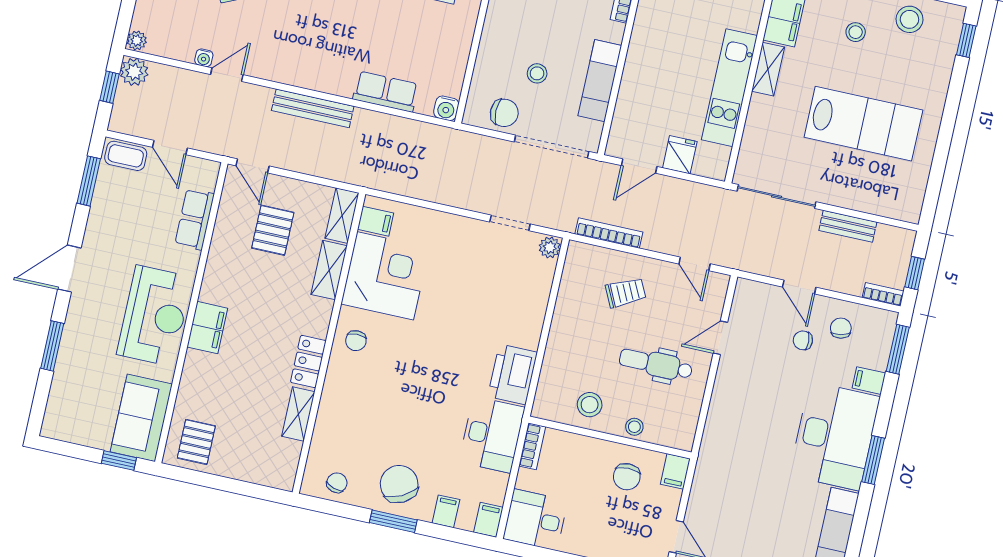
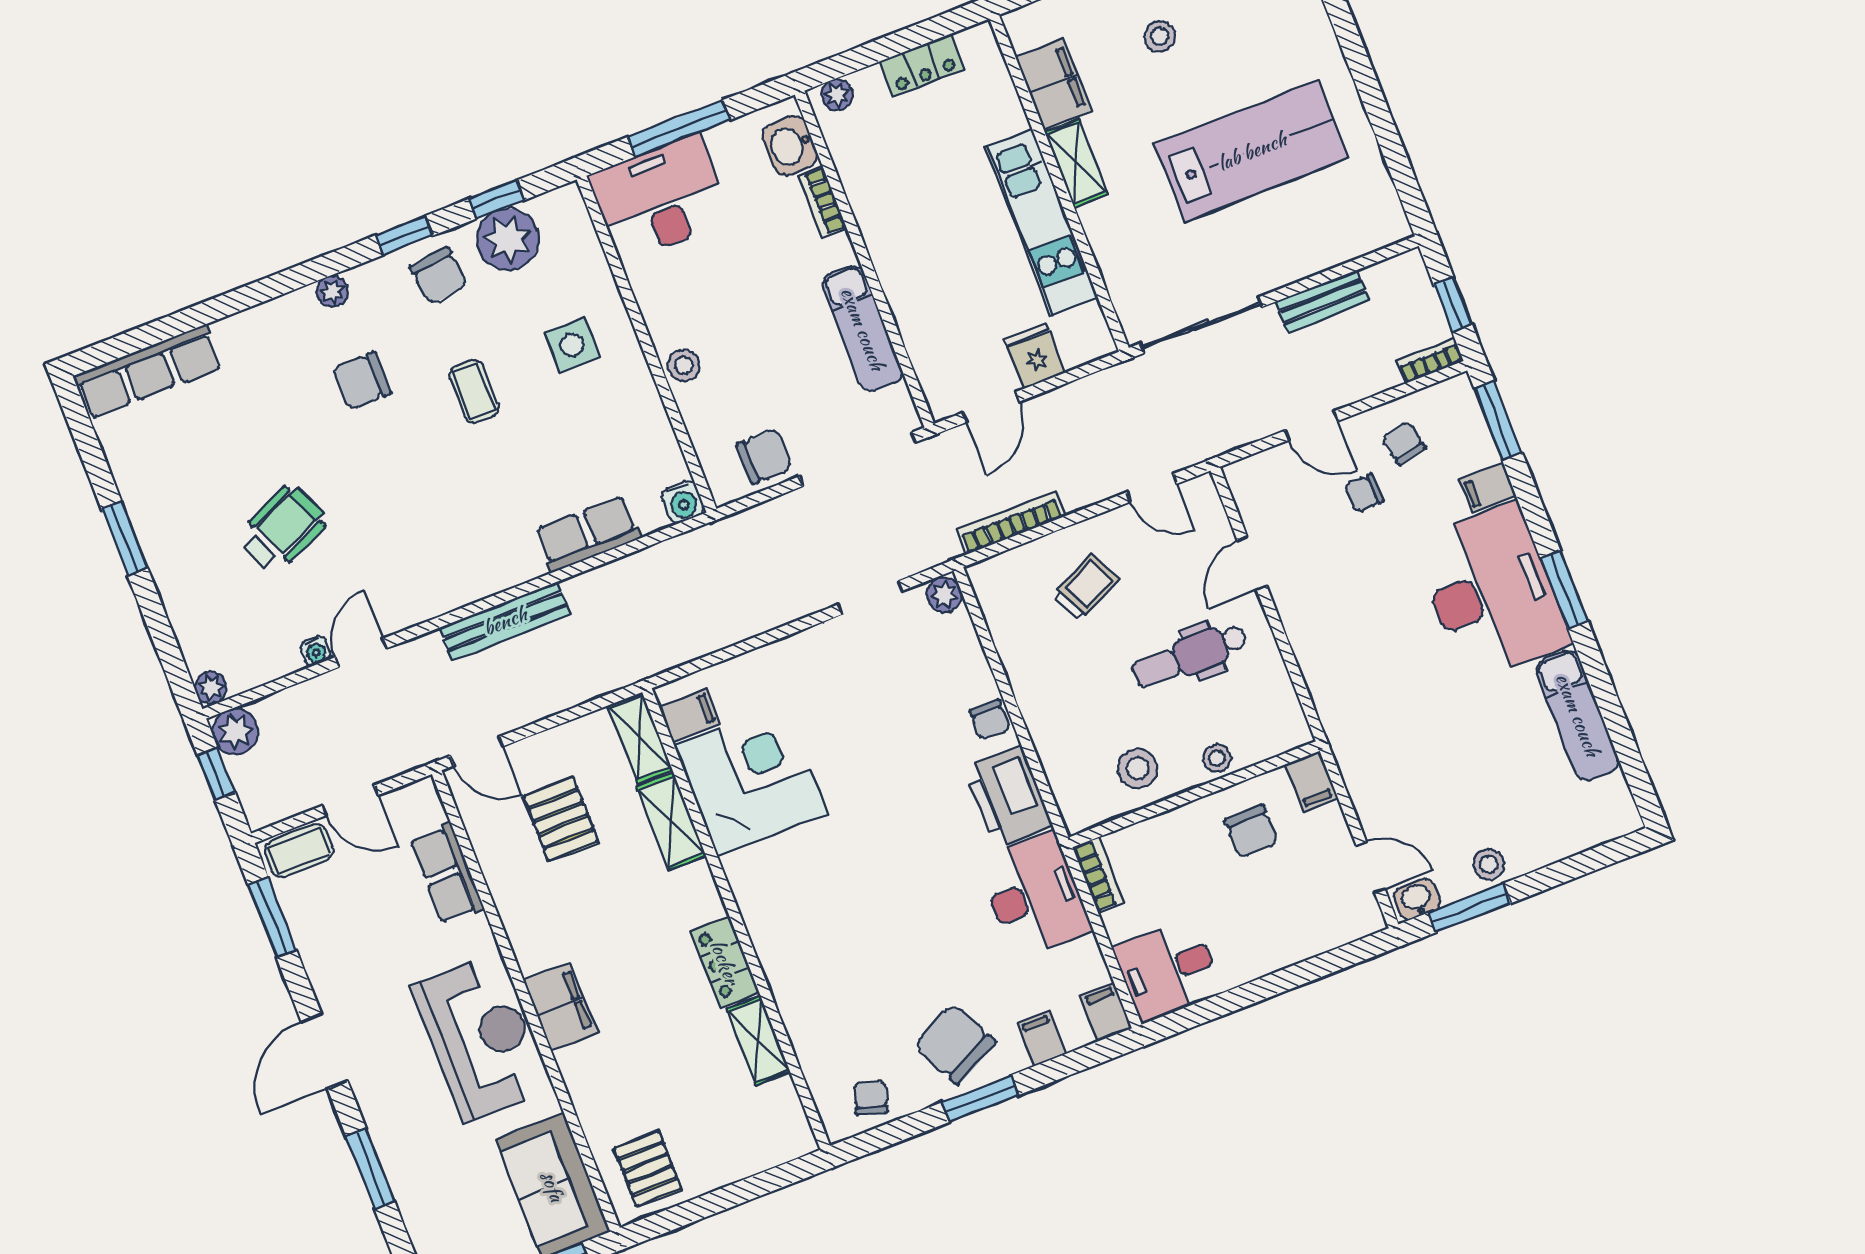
stool: (537, 73) -> (684, 365), moved
chair: (356, 341) -> (990, 720), moved

